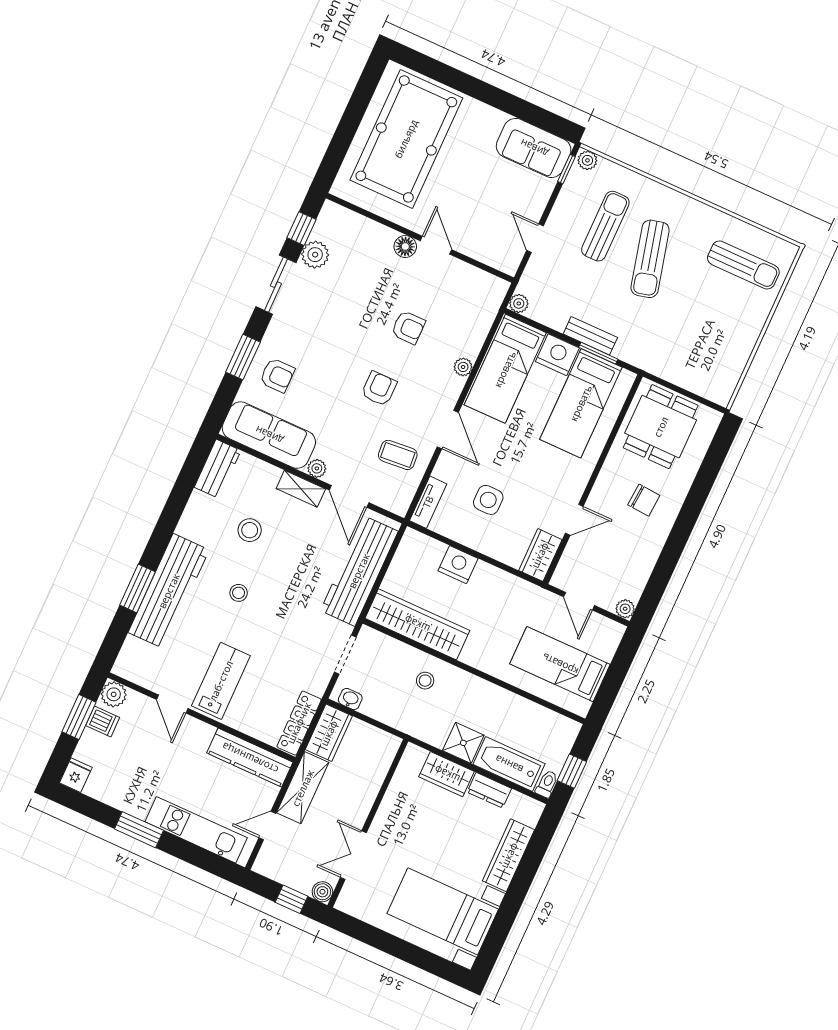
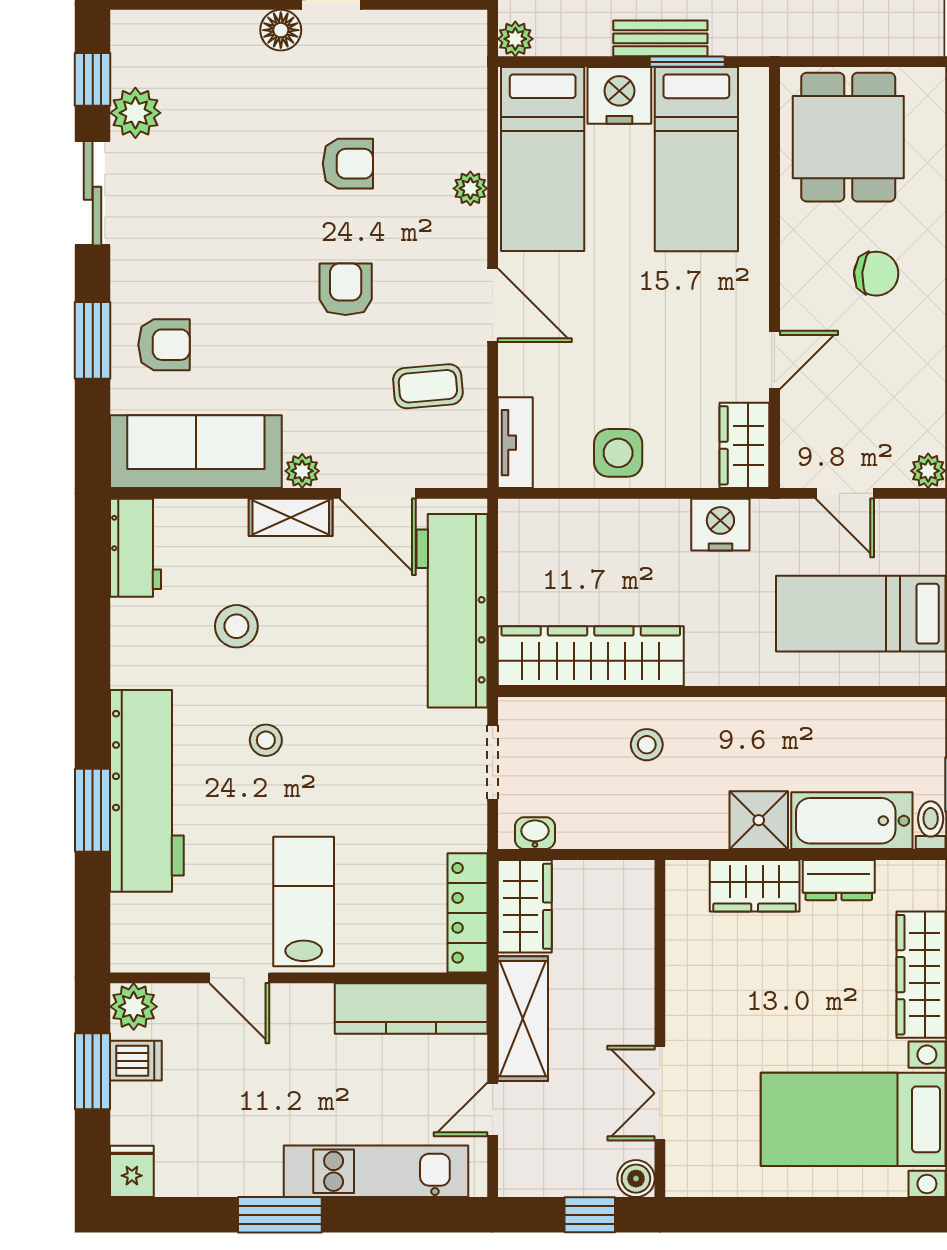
side table: (488, 500) -> (618, 453), moved
nightstand: (458, 565) -> (720, 525), moved

